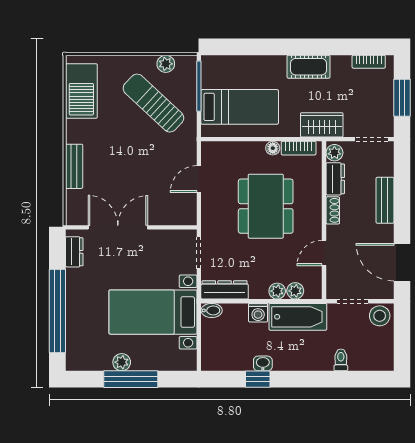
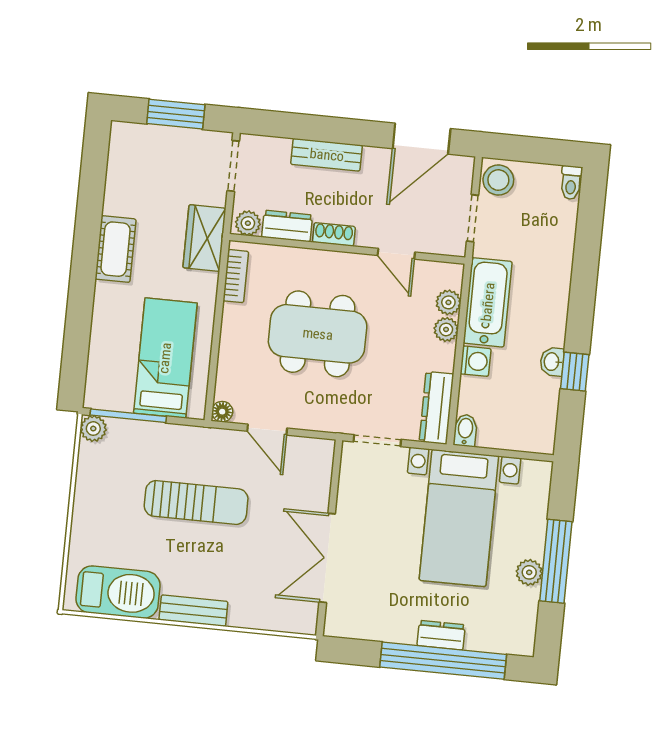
bookcase: (369, 62) -> (117, 158), removed
plant: (166, 64) -> (93, 429), moved
sun lounger: (153, 103) -> (196, 503), moved, turned -133
floor lamp: (273, 148) -> (222, 412), moved
bench: (74, 166) -> (193, 611), moved
dresser: (74, 252) -> (441, 635), moved
toilet: (341, 360) -> (571, 183), moved, turned -90

